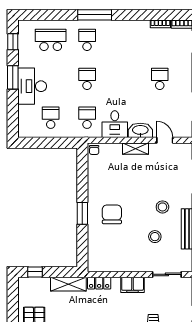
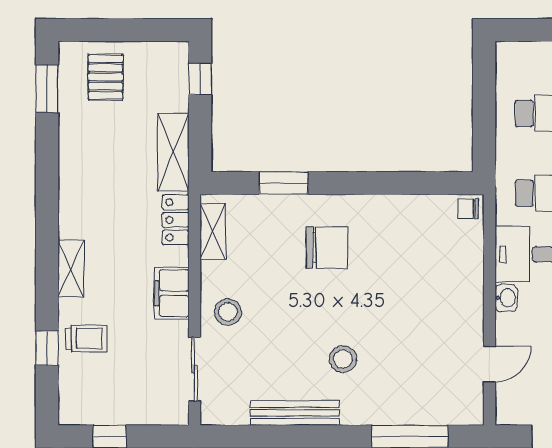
washbasin: (140, 130) -> (506, 298), width x0.52, depth x0.69
shelving: (135, 149) -> (213, 232), moved
window: (82, 213) -> (284, 183), moved
stool: (155, 237) -> (228, 312), moved

